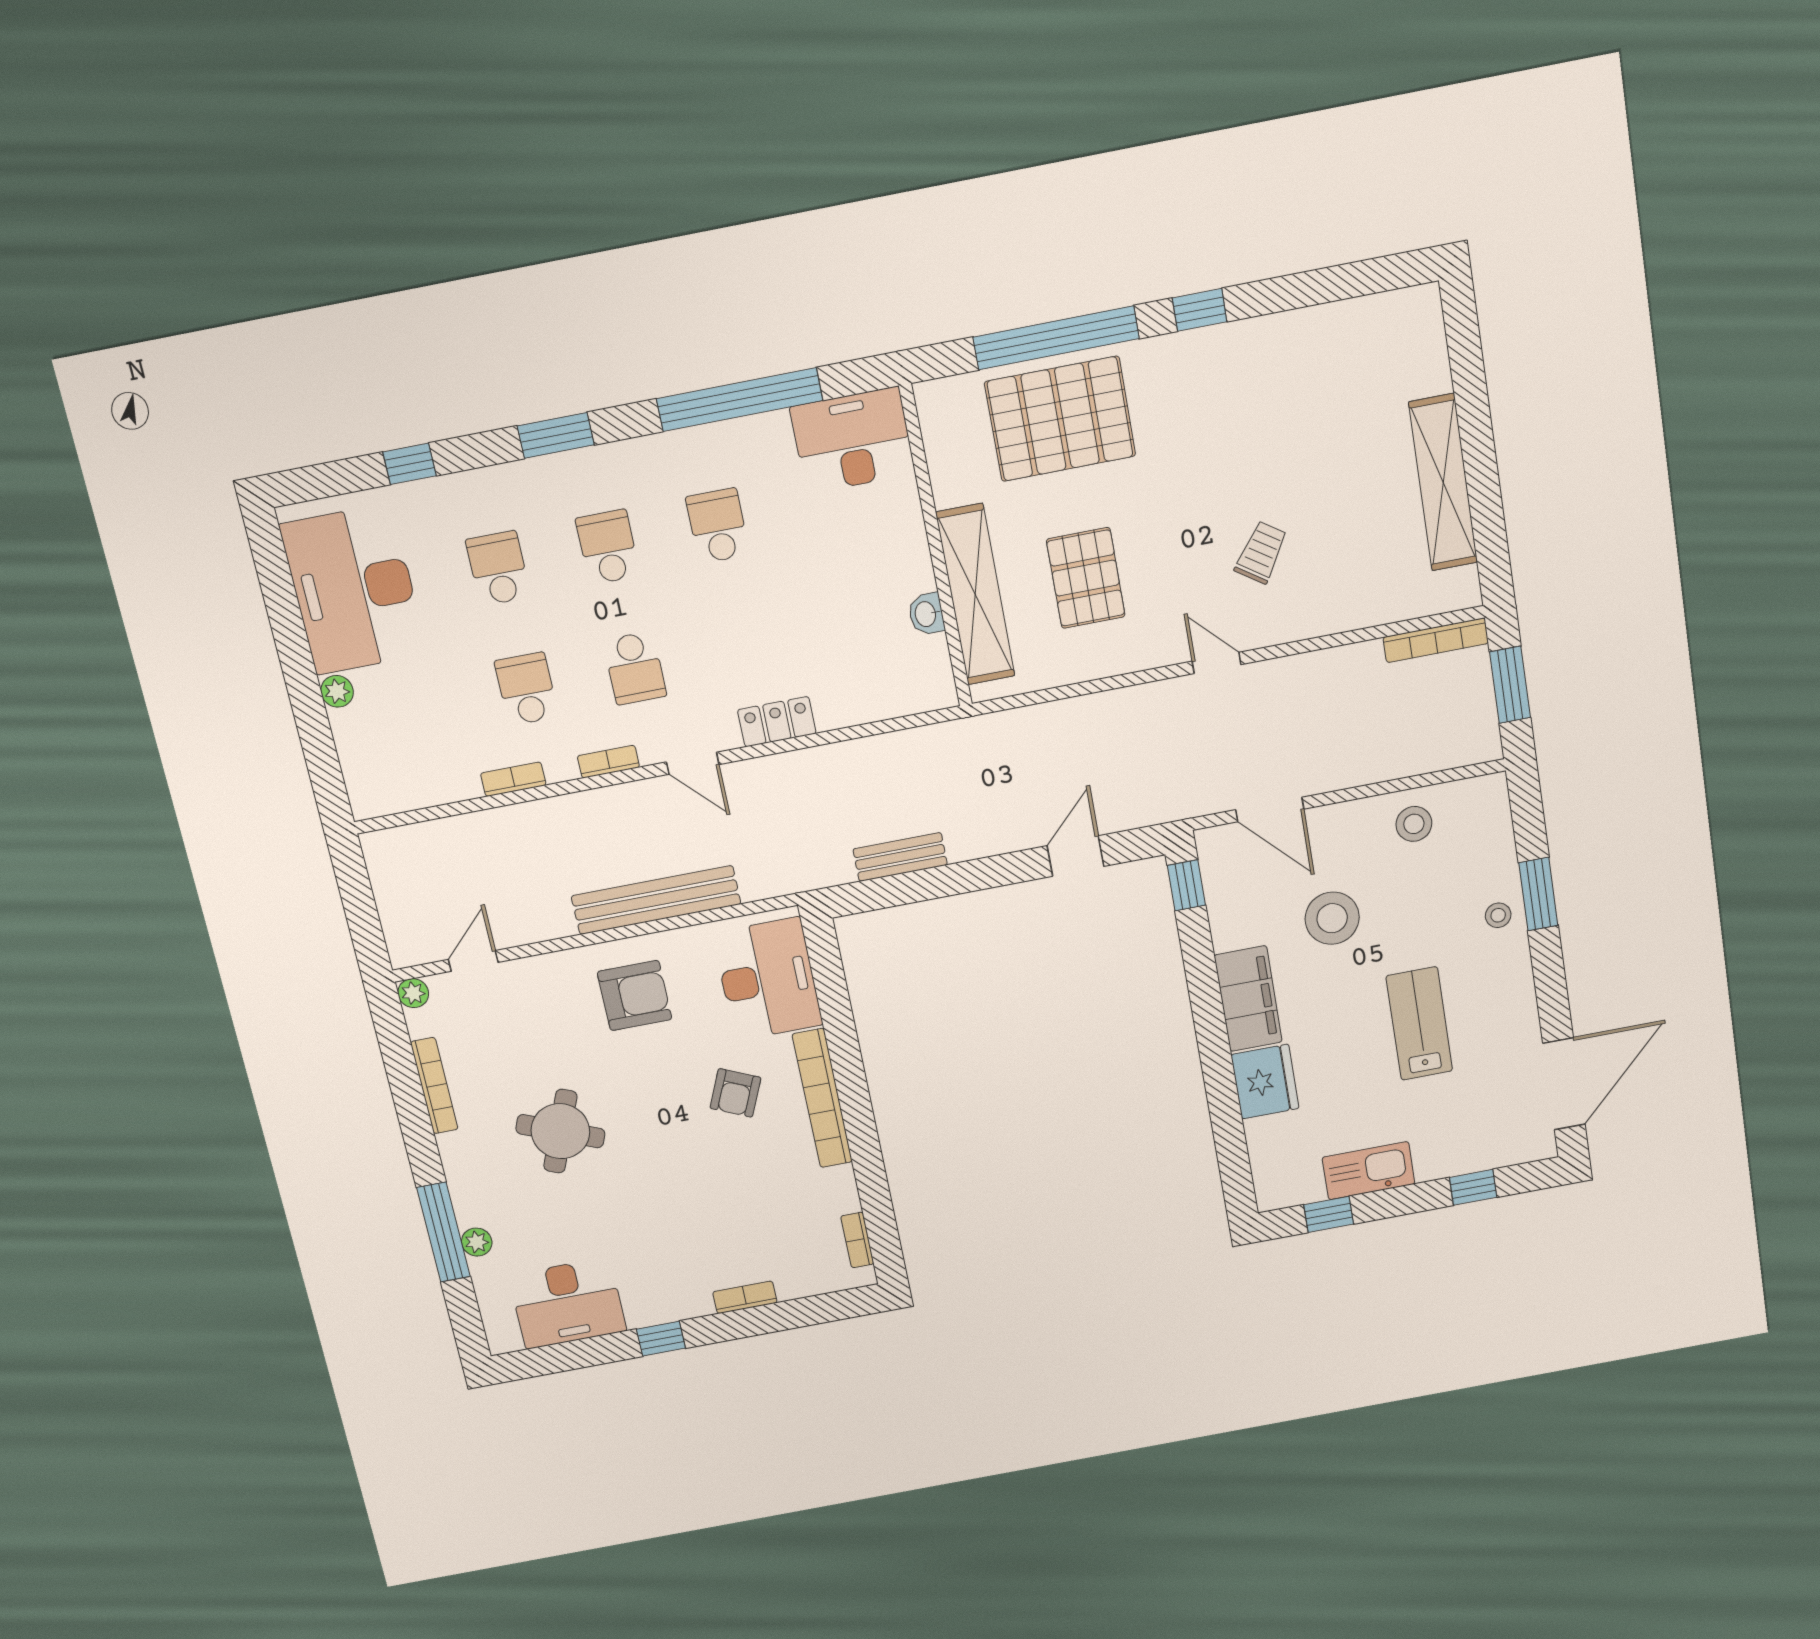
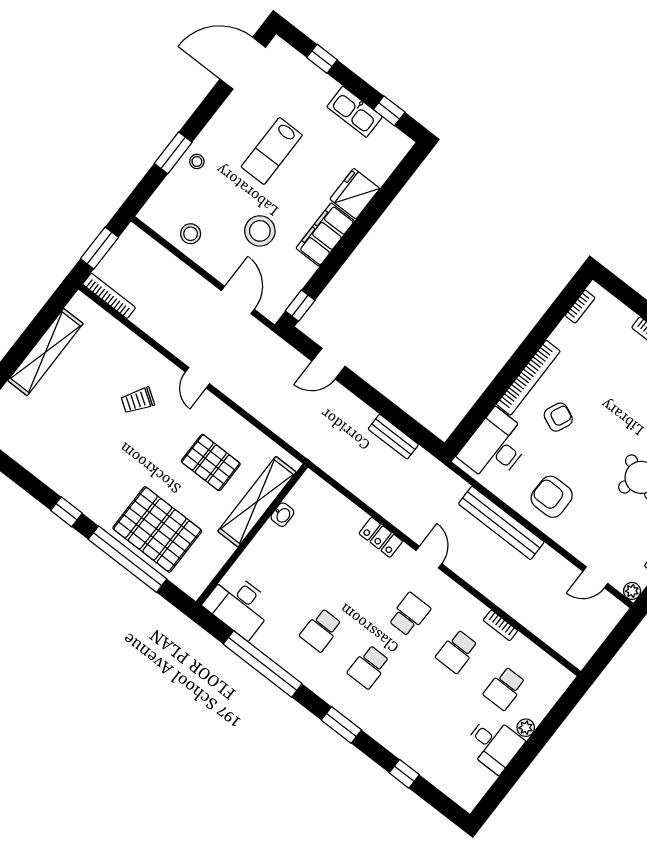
school desk: (498, 568) -> (505, 688), moved
pallet: (1086, 578) -> (211, 463), turned 90
desk: (354, 589) -> (494, 744), width x0.53, depth x0.77
bookcase: (608, 762) -> (459, 592), removed

